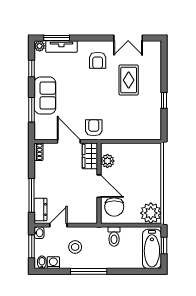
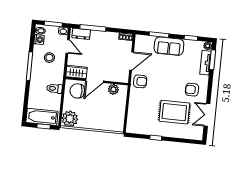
rug: (129, 80) -> (174, 112), width x1.36, depth x1.43
wardrobe: (90, 156) -> (76, 72), moved

